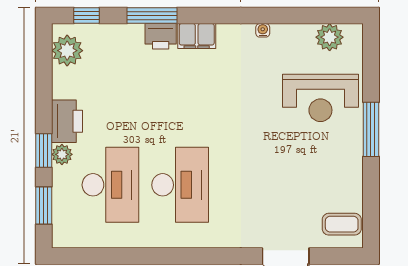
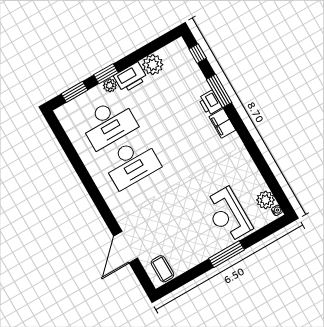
water cooler: (263, 30) -> (277, 210), moved
plant: (67, 51) -> (153, 65), moved

